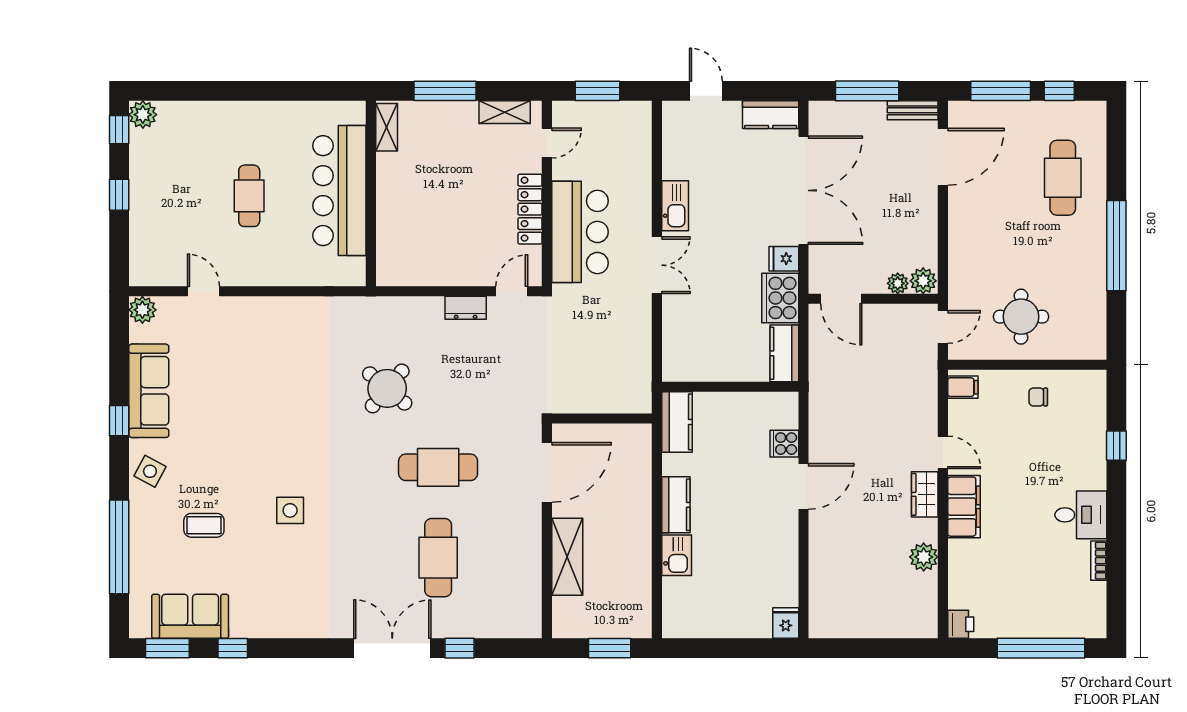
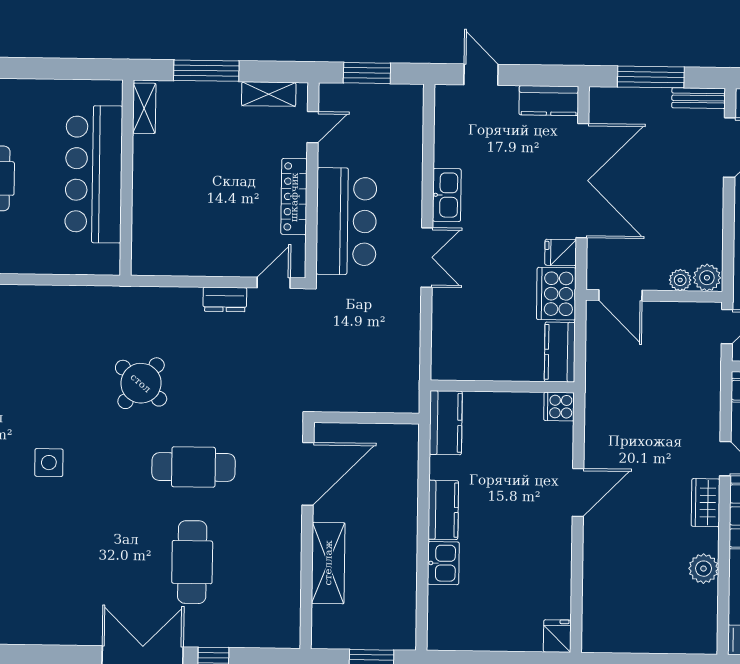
cooker: (784, 444) -> (559, 407), moved
side table: (290, 510) -> (49, 463), moved

